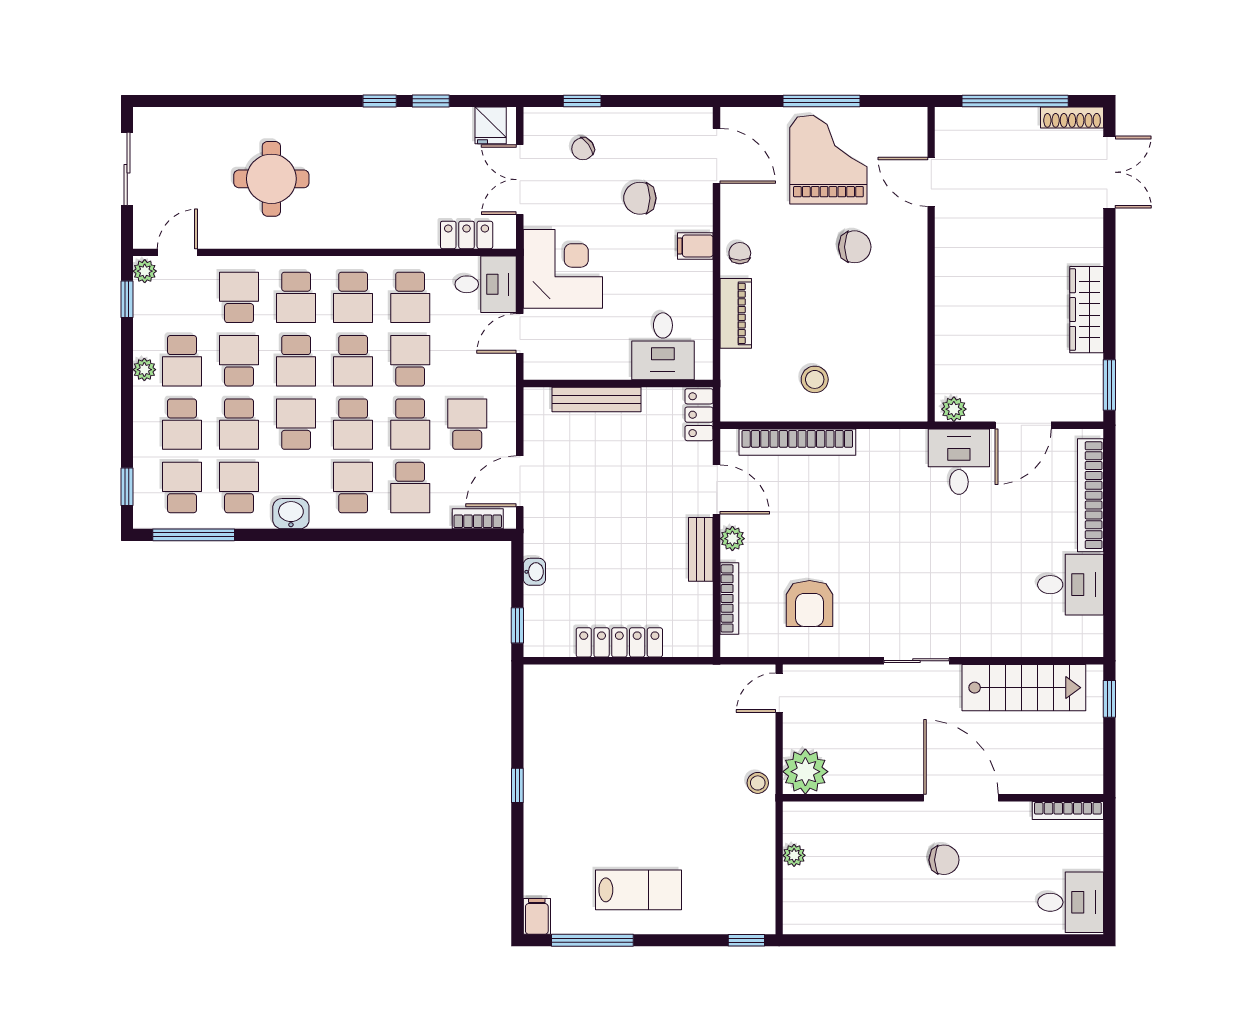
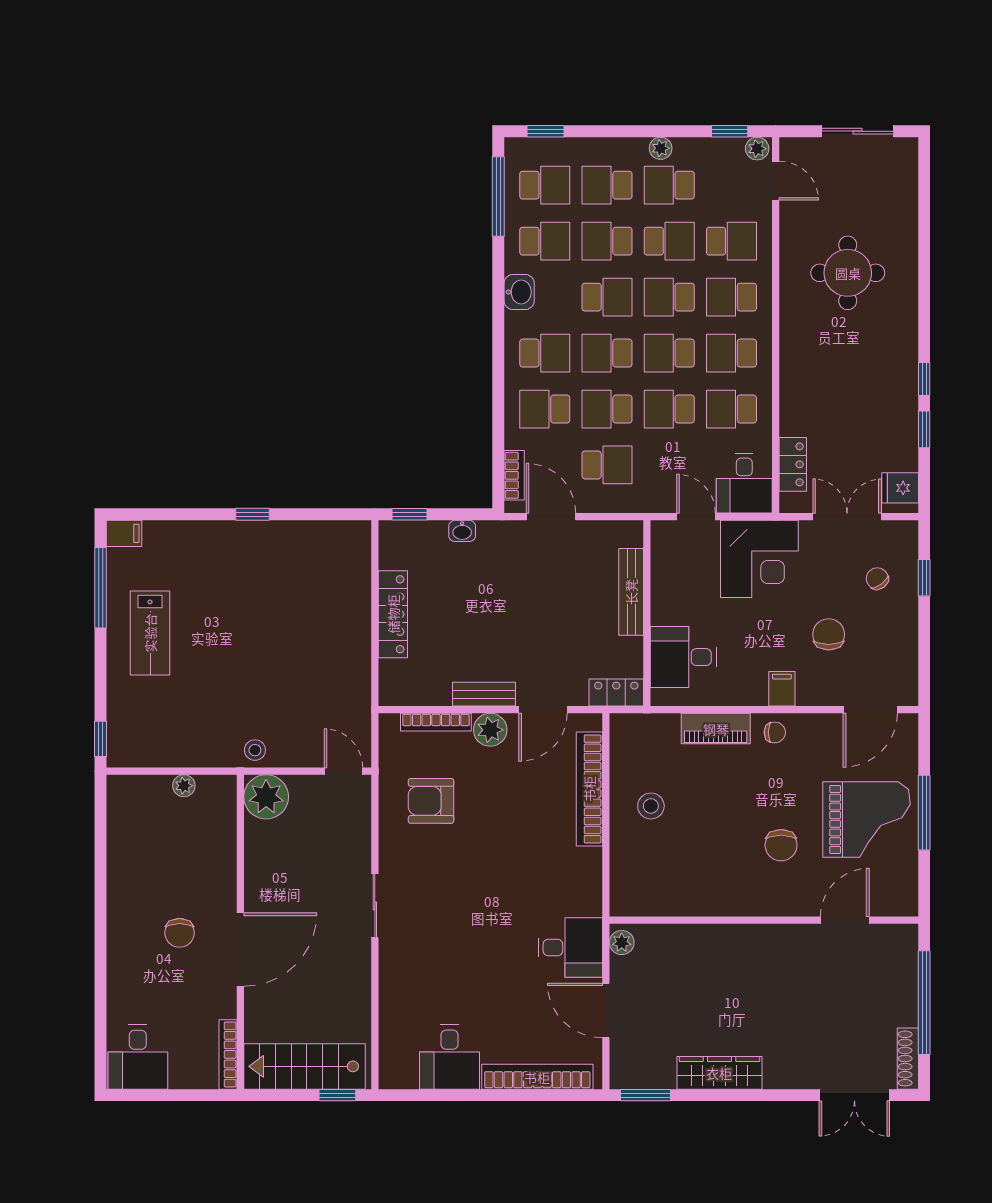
school desk: (410, 361) -> (669, 409), turned 180
plant: (732, 539) -> (490, 730), width x1.38, depth x1.38
stairs: (1024, 688) -> (304, 1066), moved, turned 90

